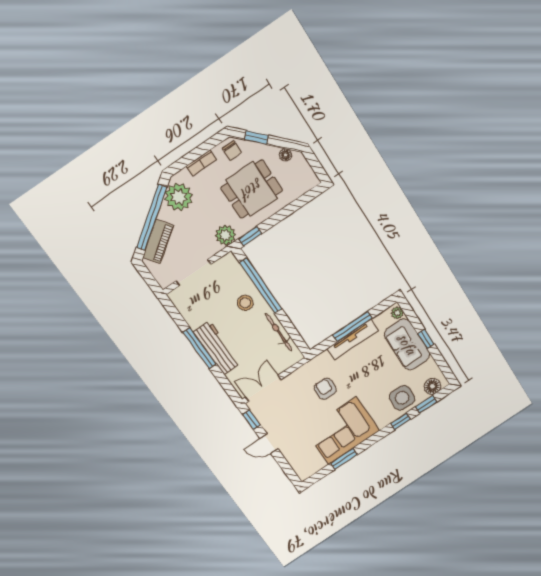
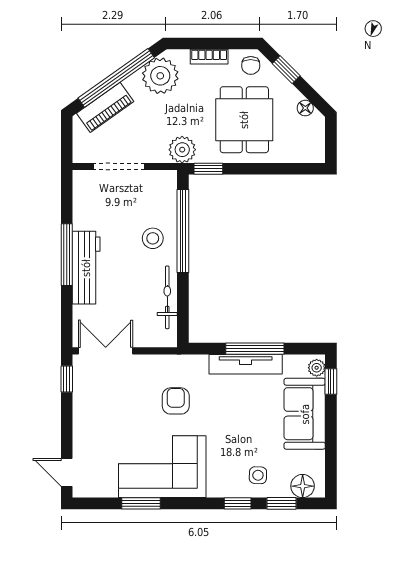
dining table: (252, 189) -> (244, 120), turned 90
window: (426, 339) -> (331, 382), moved
side table: (402, 398) -> (258, 475), width x0.54, depth x0.54
door: (269, 444) -> (67, 472), moved

